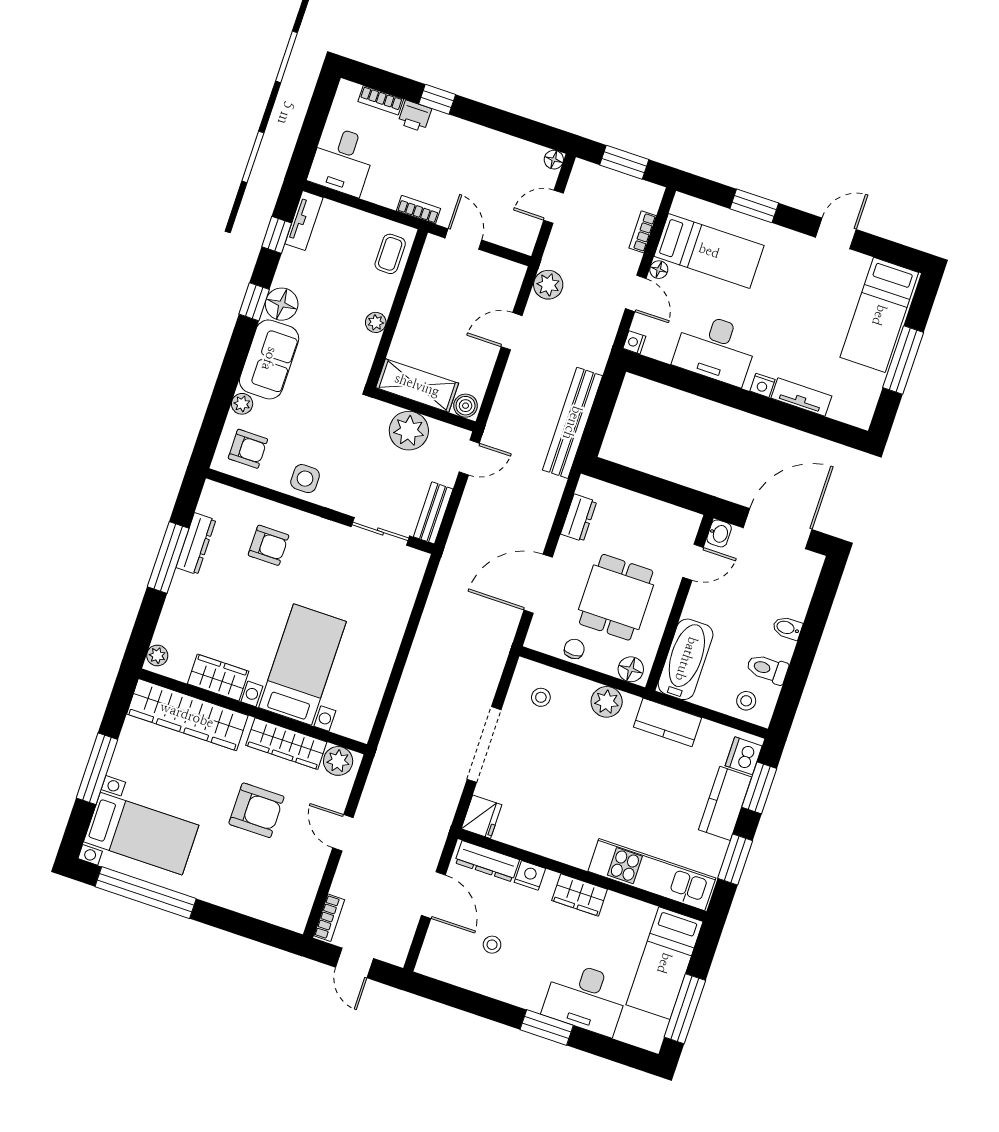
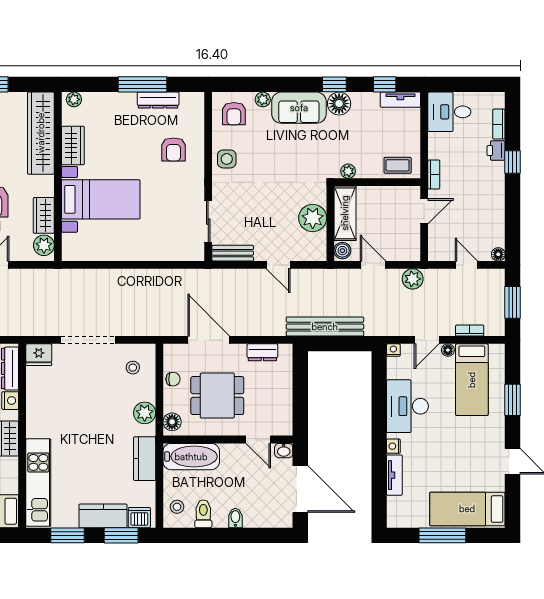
shelving: (417, 385) -> (345, 213), moved
boiler: (466, 406) -> (342, 251), moved
wall: (424, 410) -> (330, 223), moved
plant: (409, 431) -> (313, 218), moved
wardrobe: (286, 744) -> (44, 215), width x0.67

